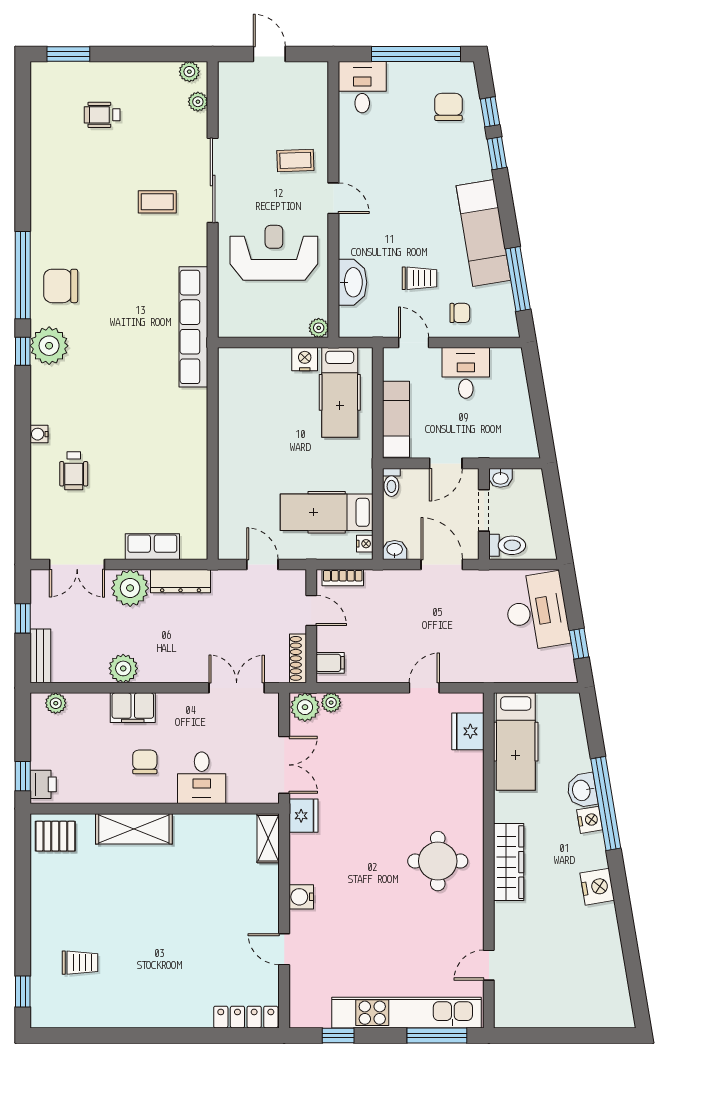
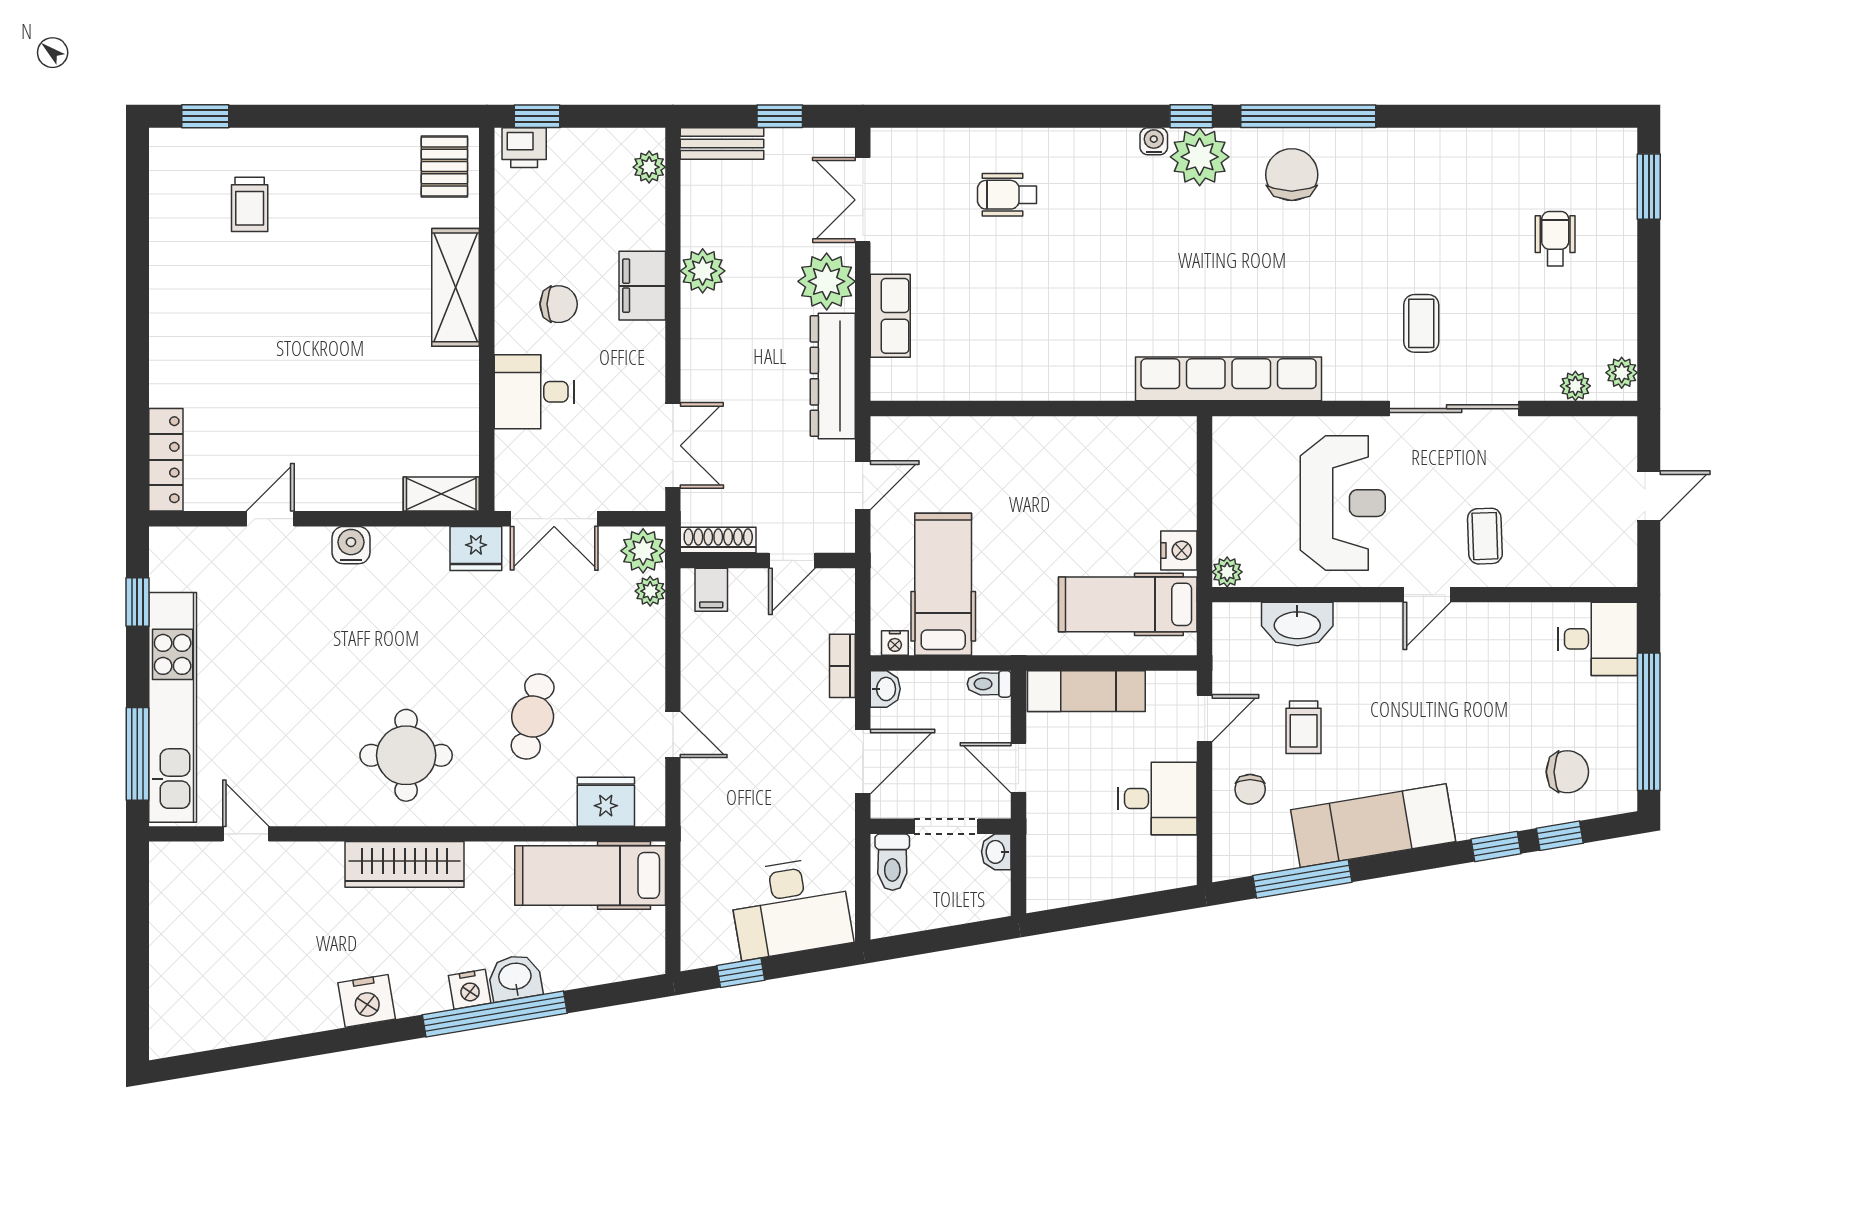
water cooler: (39, 434) -> (1154, 141), moved
bookcase: (343, 578) -> (842, 666), moved
dresser: (181, 581) -> (833, 376), width x1.37, depth x1.24
cafe table: (413, 779) -> (533, 716), added

